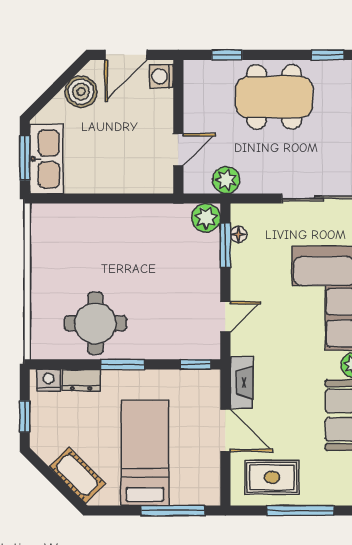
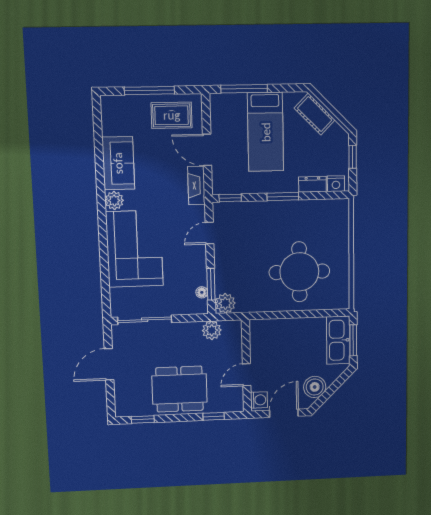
door: (178, 150) -> (247, 375), moved
round table: (95, 323) -> (299, 272), moved, width x1.36, depth x1.36

